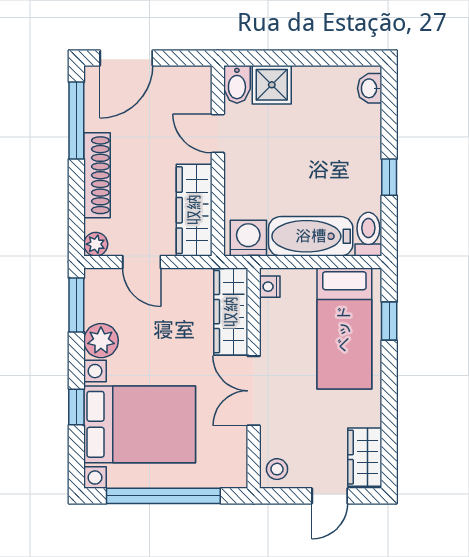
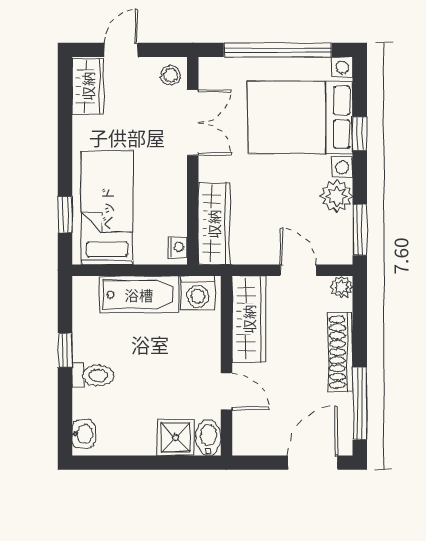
toilet: (368, 234) -> (93, 375), moved, turned -90
double door: (254, 391) -> (193, 122), moved

